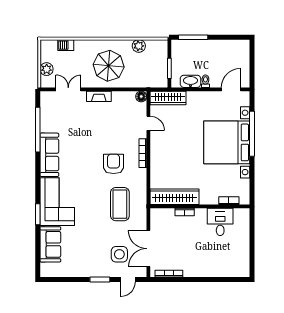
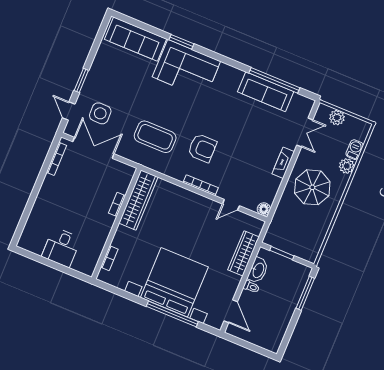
plant: (139, 46) -> (347, 166), moved
wardrobe: (168, 98) -> (244, 253), moved
sofa: (49, 155) -> (266, 92), moved
desk: (220, 222) -> (61, 247), moved, turned 90
sofa: (50, 244) -> (136, 39), width x1.36

